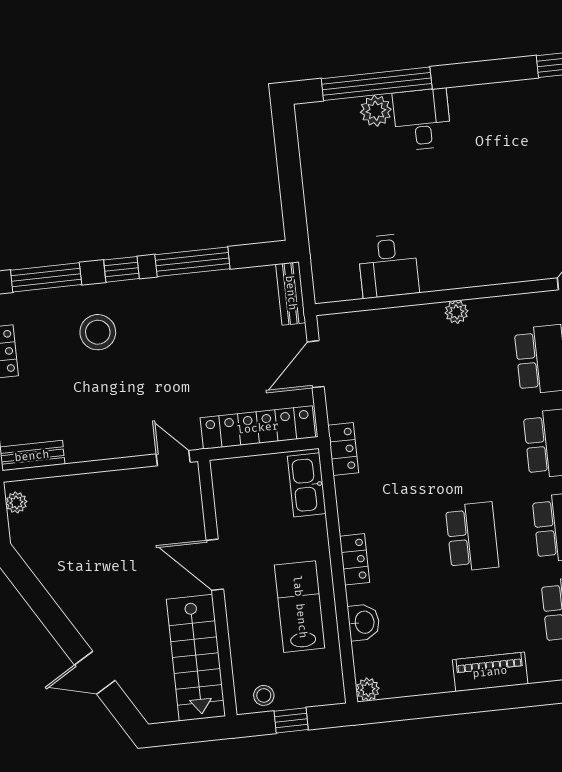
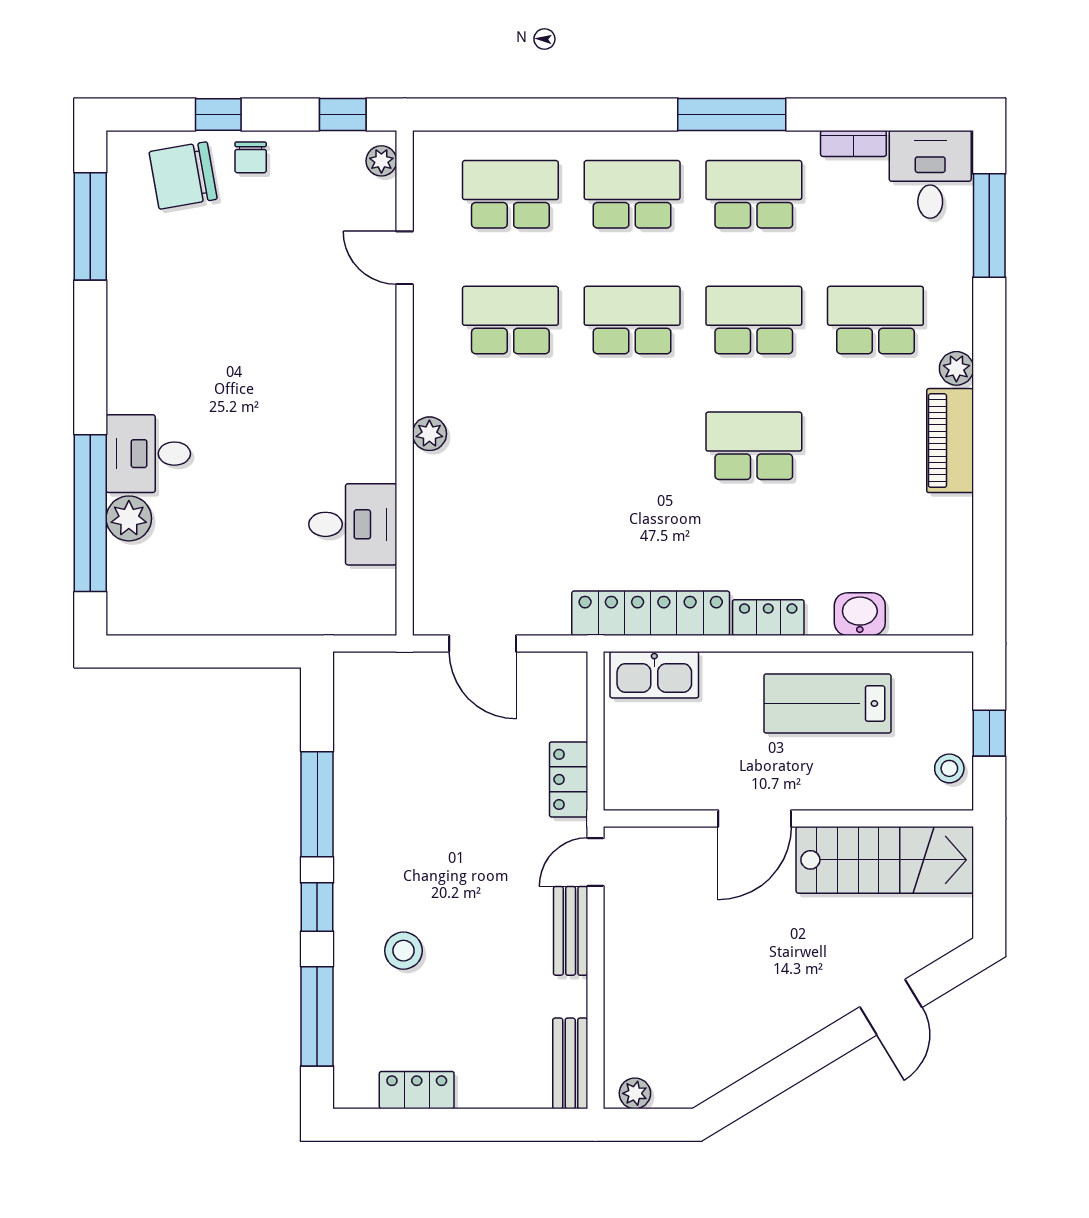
bench: (291, 293) -> (571, 931), moved, turned 90
stool: (98, 332) -> (403, 951), width x0.73, depth x0.73
locker: (258, 428) -> (569, 779), width x0.46, depth x0.83
locker: (343, 449) -> (651, 613), width x2.16, depth x1.21
plant: (368, 689) -> (956, 368), moved

